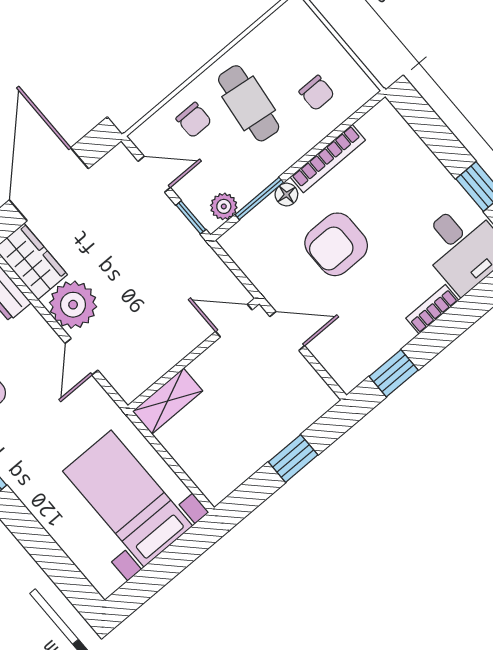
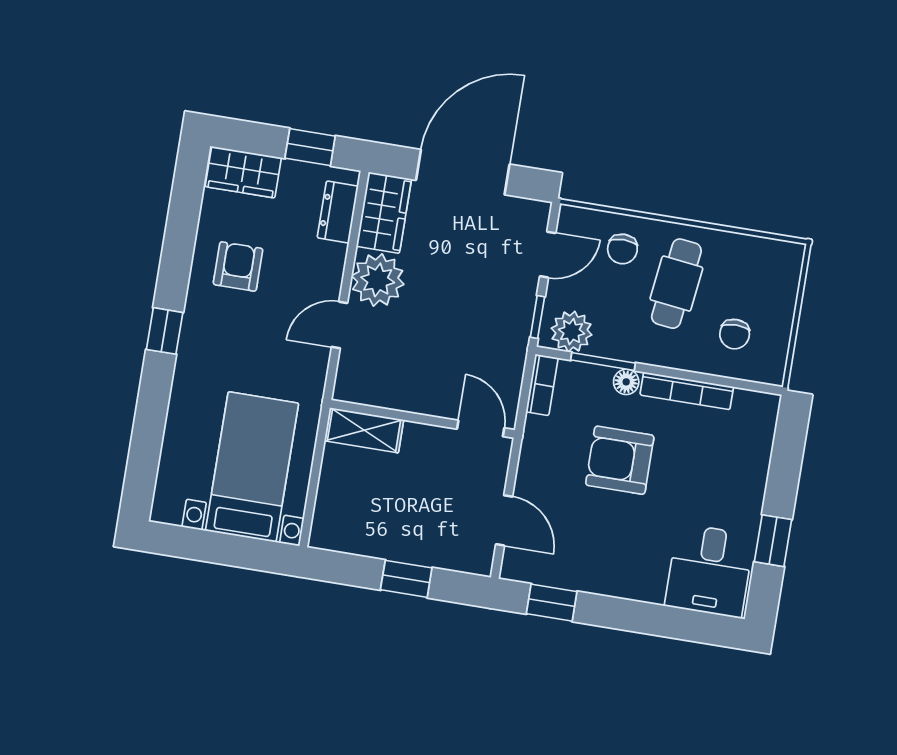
door: (154, 174) -> (548, 255), hinge flipped
plant: (224, 206) -> (572, 332), width x1.38, depth x1.38
bookcase: (432, 309) -> (542, 385), moved, turned 90
door: (287, 331) -> (504, 520), moved

